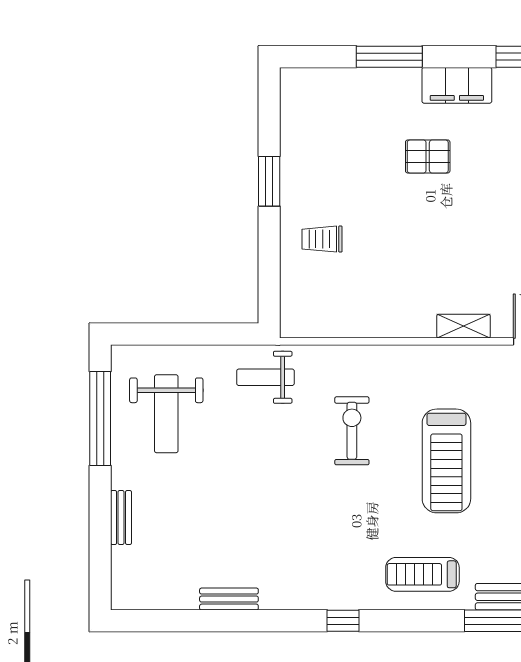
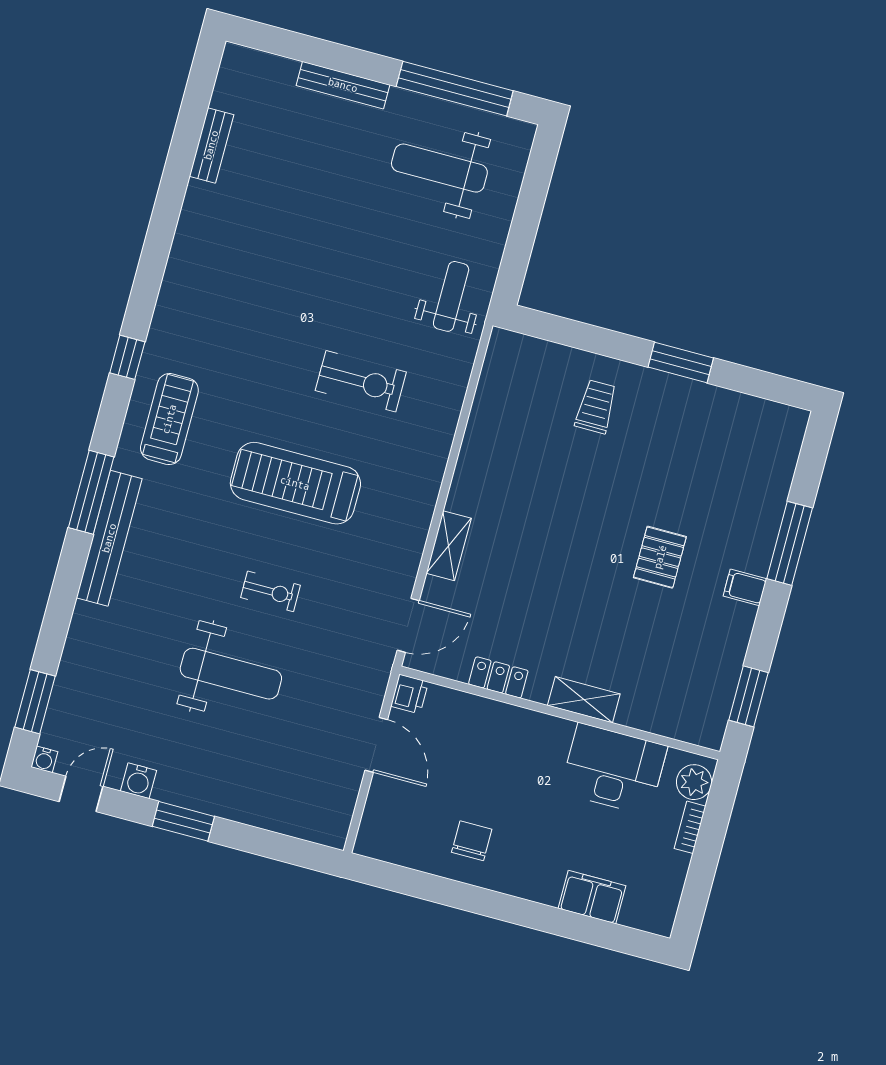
filing cabinet: (457, 85) -> (745, 587), width x0.33, depth x0.86
bench: (121, 518) -> (343, 85), width x1.36
bench: (229, 599) -> (211, 145), moved
window: (343, 621) -> (127, 357), moved

